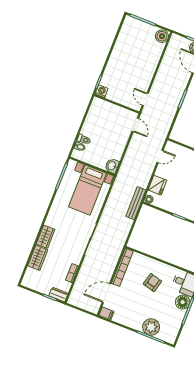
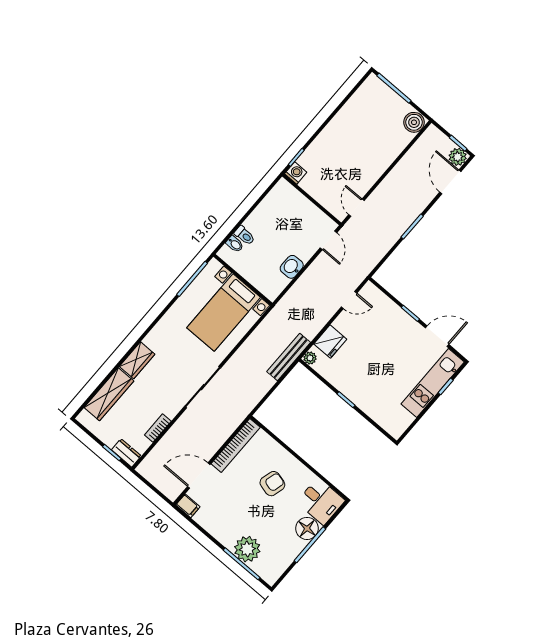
washbasin: (112, 166) -> (292, 267), moved
wardrobe: (38, 258) -> (109, 394), width x1.50

